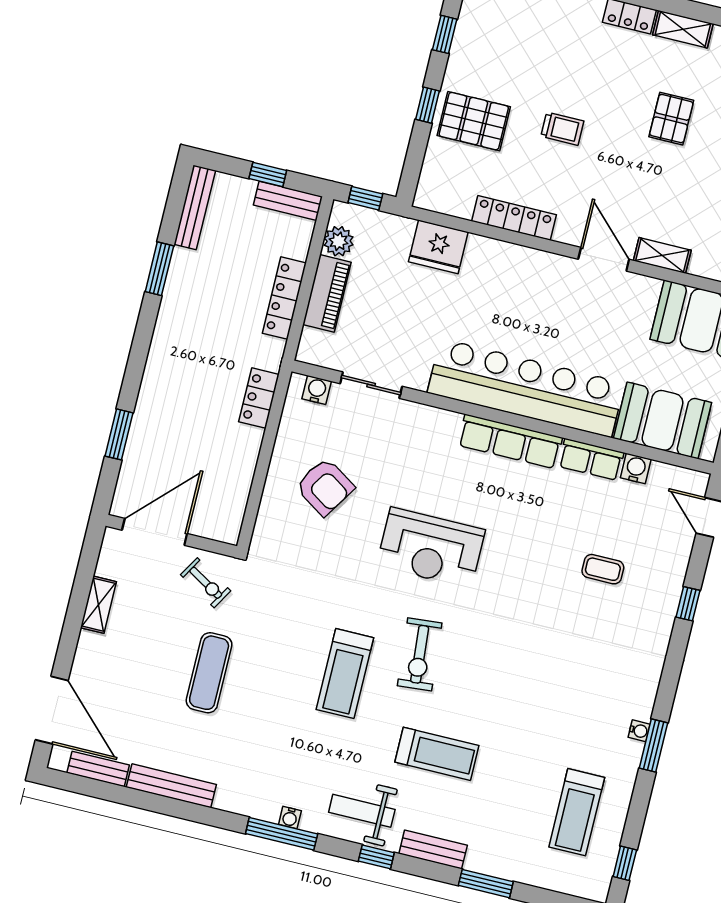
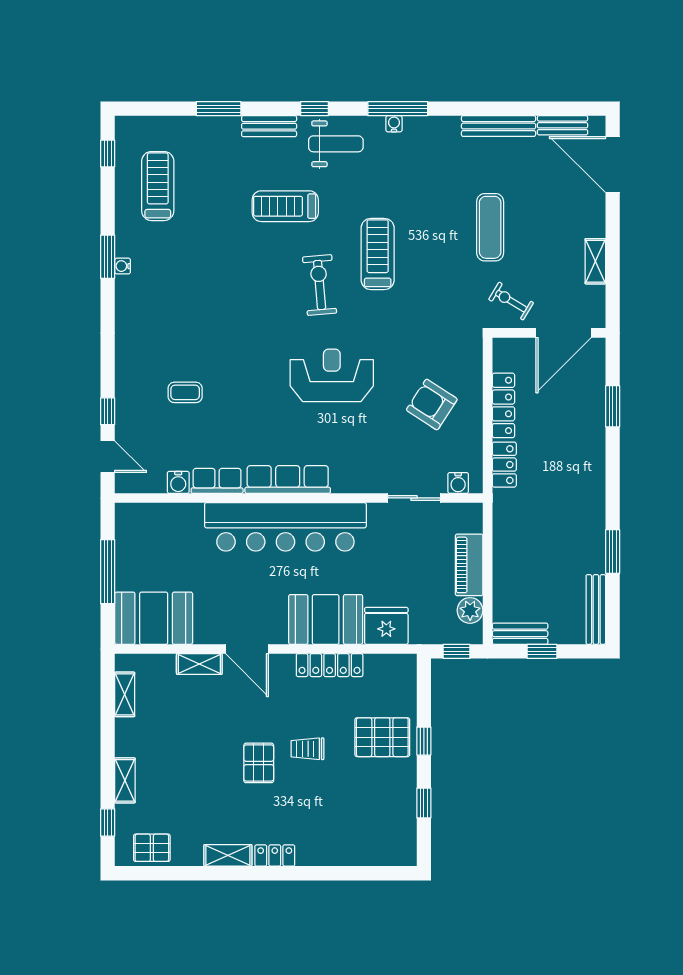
pallet: (671, 119) -> (259, 763), moved
locker: (284, 298) -> (503, 405), moved
booth: (663, 420) -> (326, 619), moved
window: (688, 604) -> (108, 411), moved

